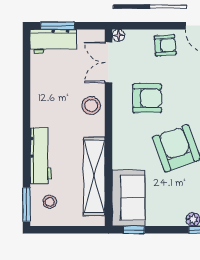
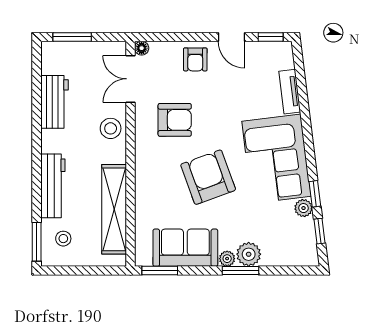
workbench: (53, 41) -> (54, 102), moved, turned -90
armchair: (165, 45) -> (195, 59), turned 95
sofa: (129, 198) -> (185, 248), moved, turned -90
window: (134, 230) -> (160, 271), width x1.50

